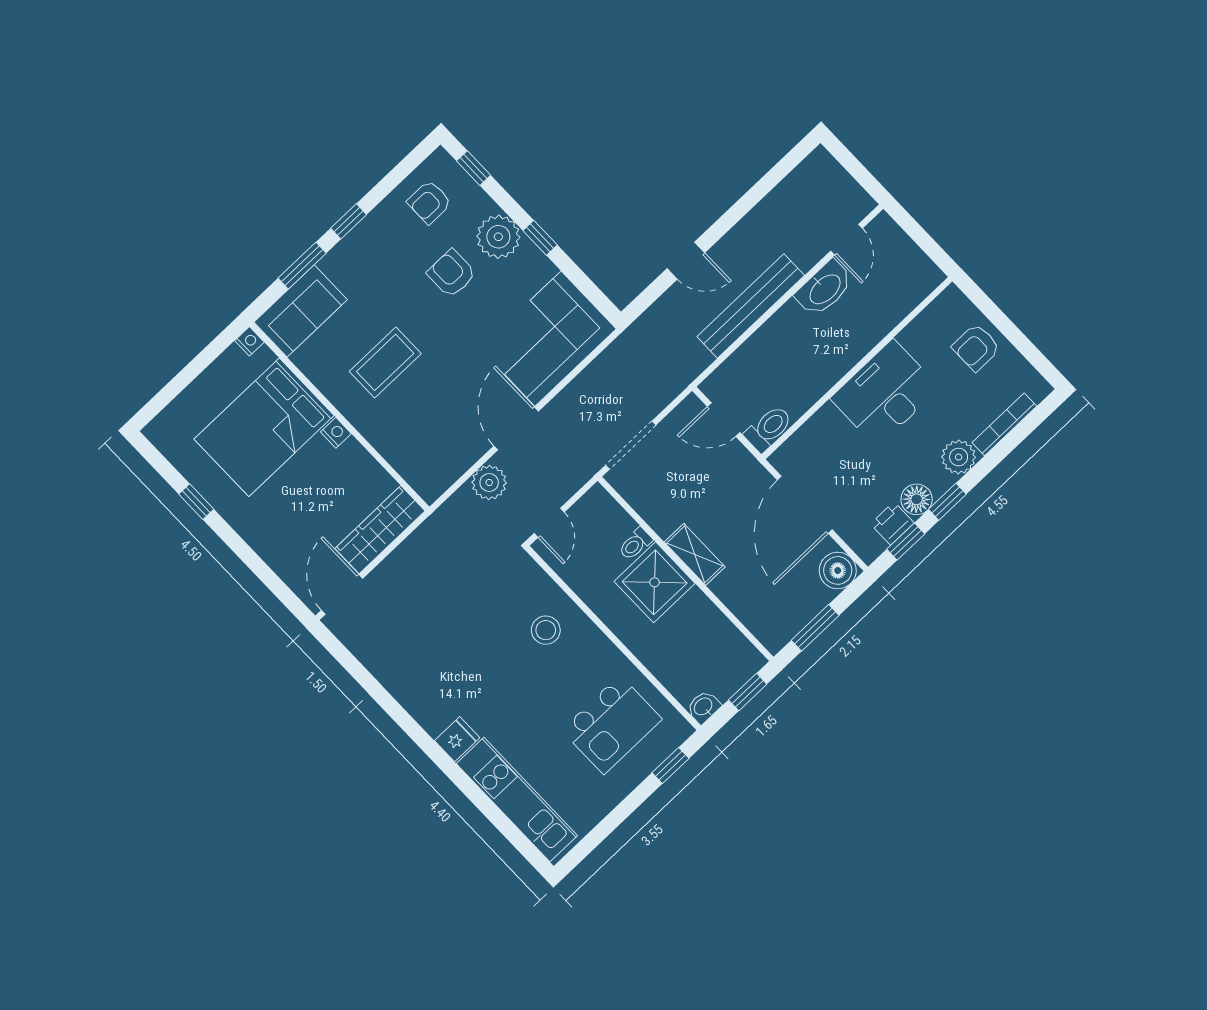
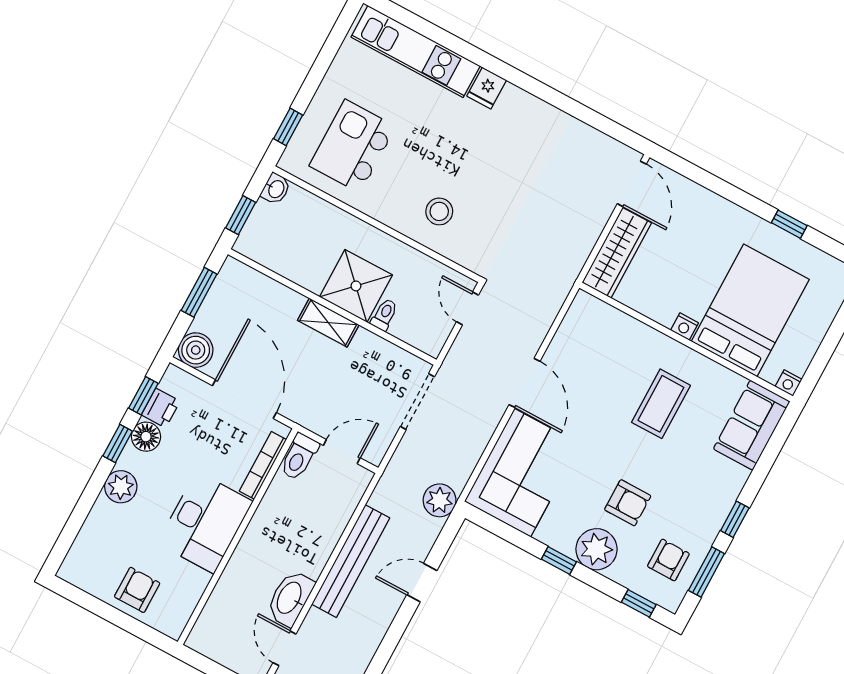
window: (302, 266) -> (706, 572), moved
bookcase: (1004, 424) -> (263, 465), moved, turned 180
plant: (489, 483) -> (440, 500), moved

